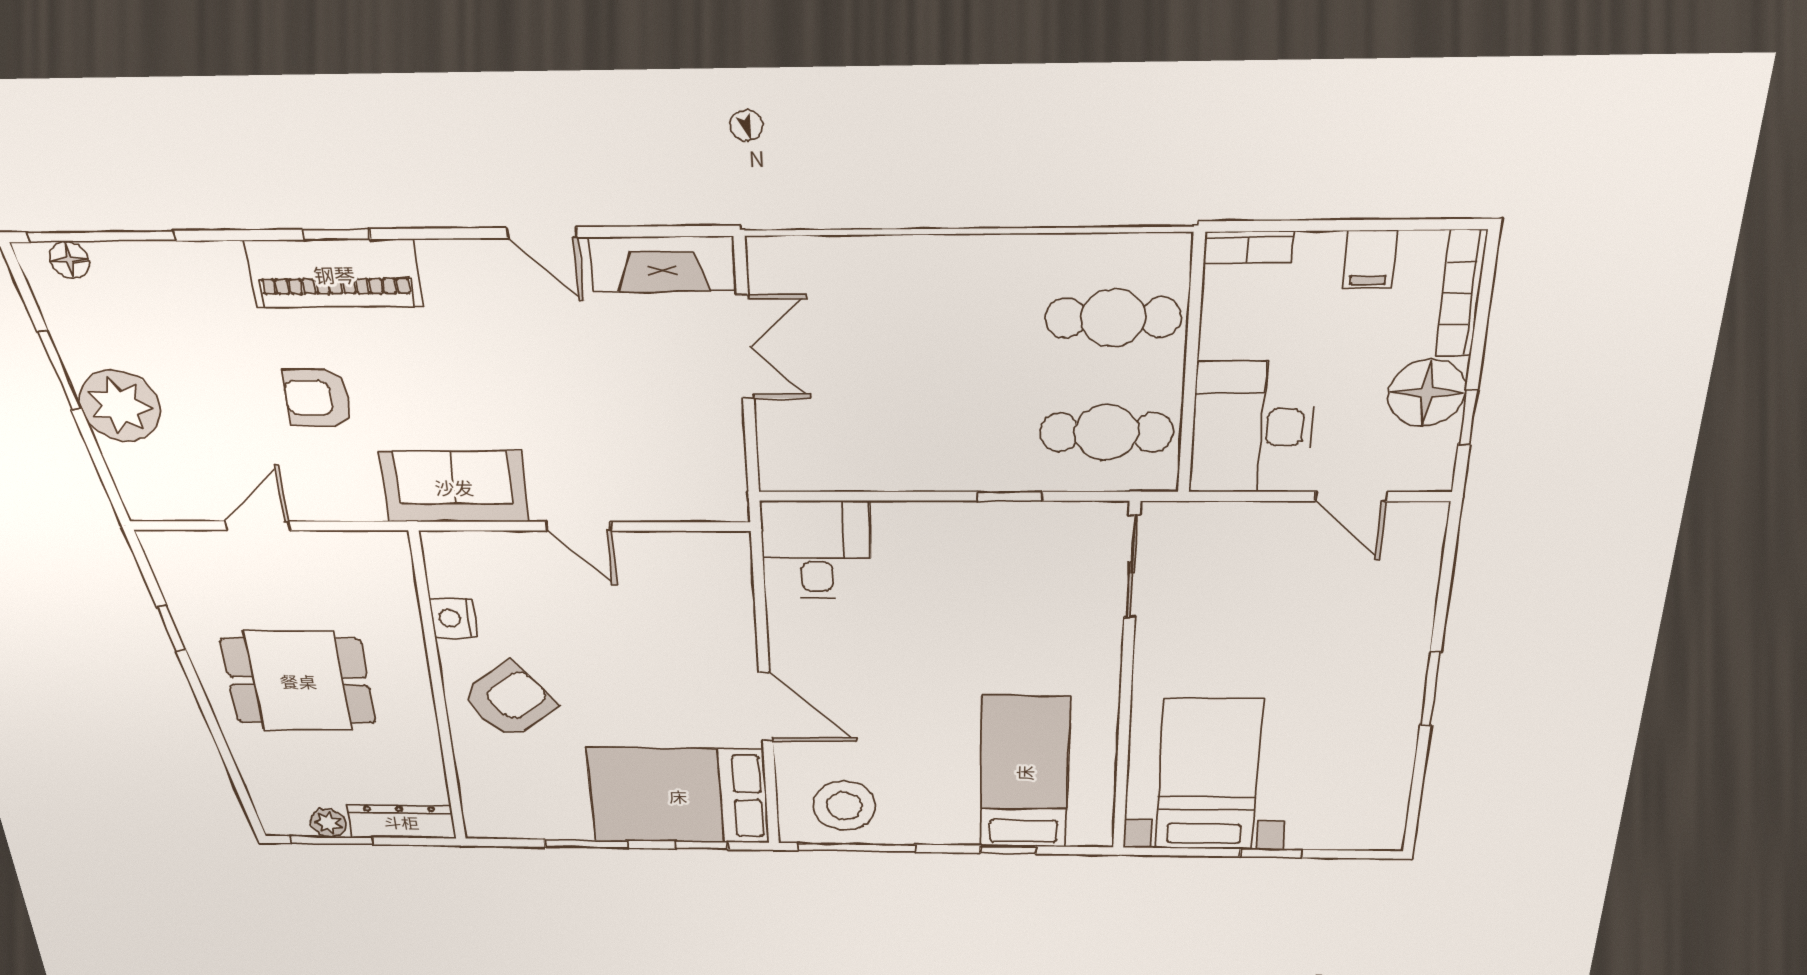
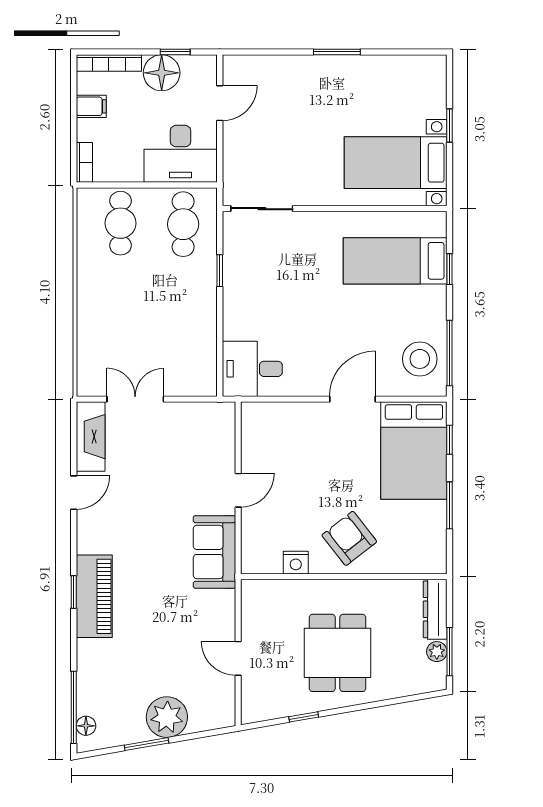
armchair: (318, 398) -> (163, 615), removed

